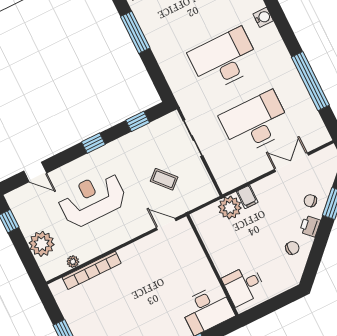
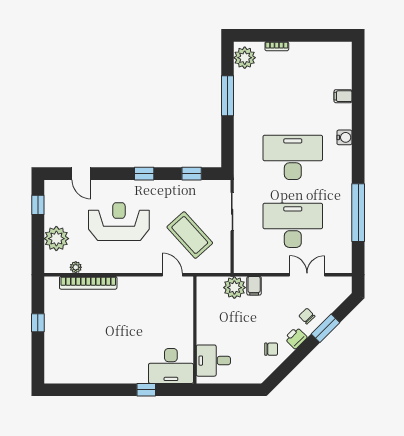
coffee table: (164, 179) -> (190, 235), width x1.86, depth x1.72

